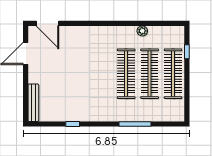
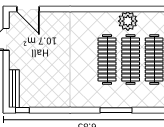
plant: (142, 31) -> (128, 21), width x1.87, depth x1.87
window: (73, 124) -> (22, 110), moved

